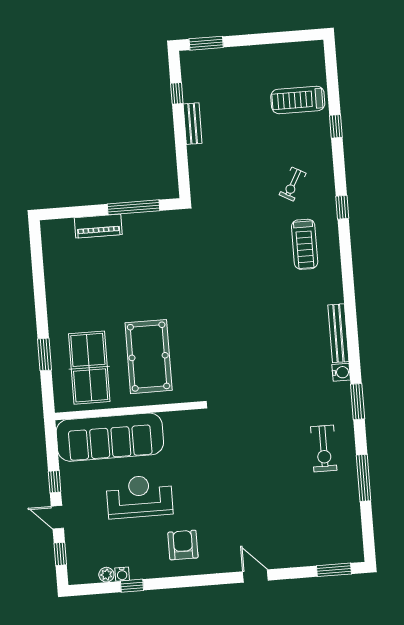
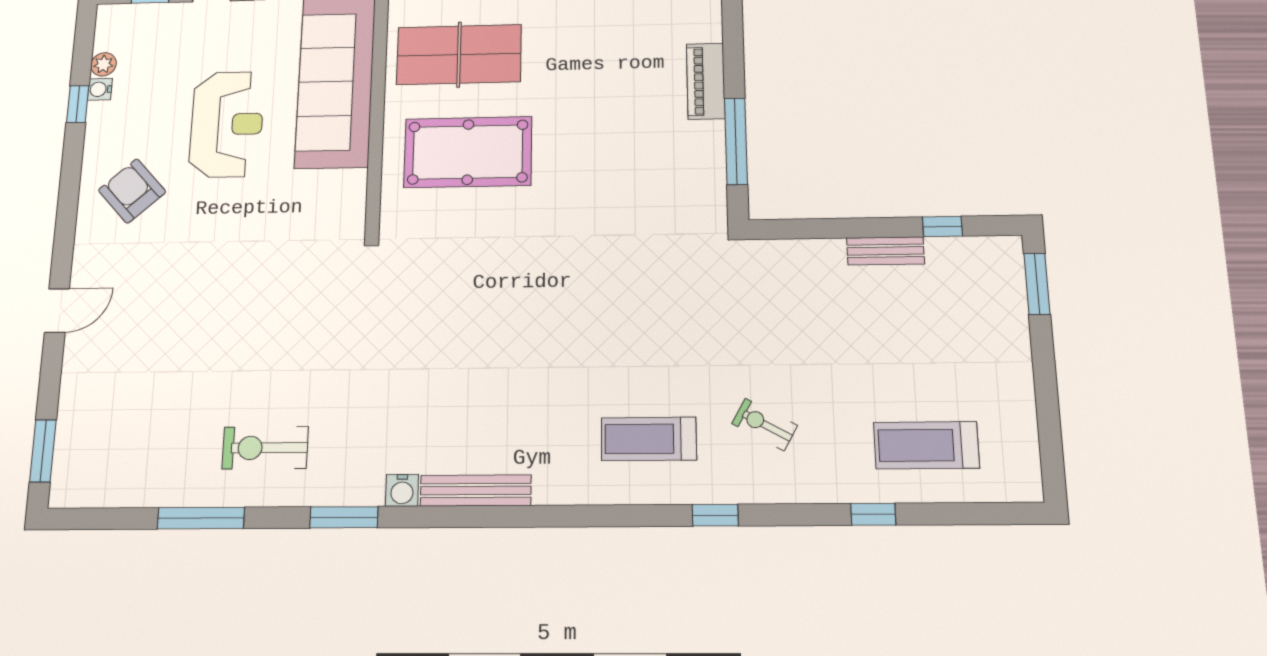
treadmill: (298, 100) -> (926, 445), turned -90
armchair: (183, 545) -> (132, 191), turned -132

